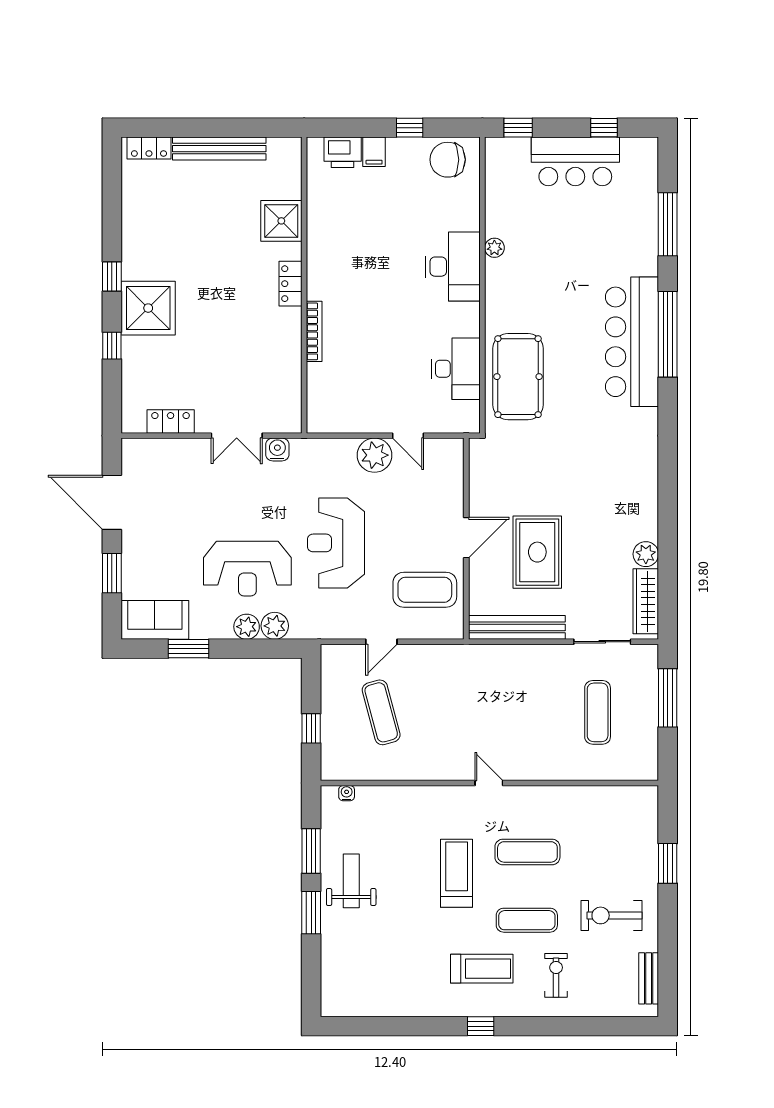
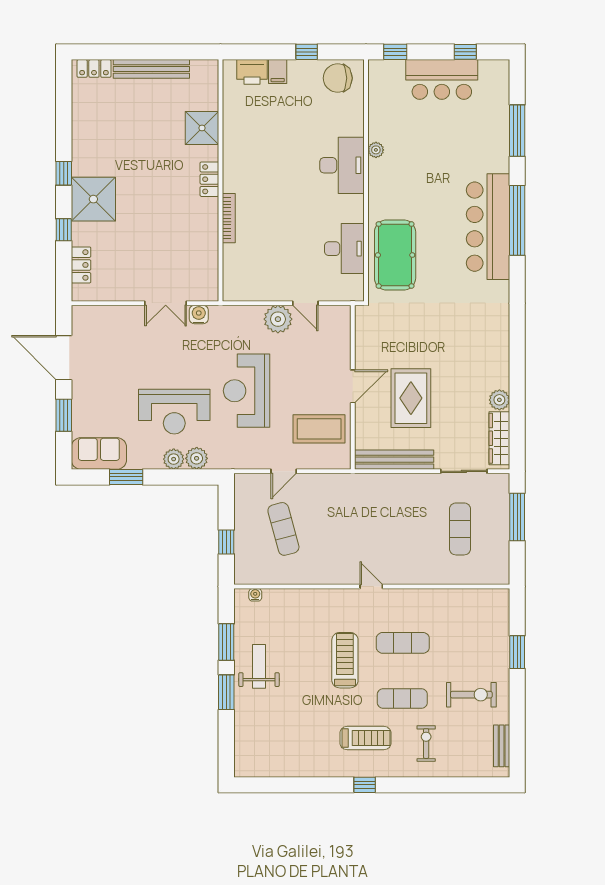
locker: (171, 421) -> (81, 265), moved, turned 90
exercise bike: (611, 915) -> (471, 695), turned 180

